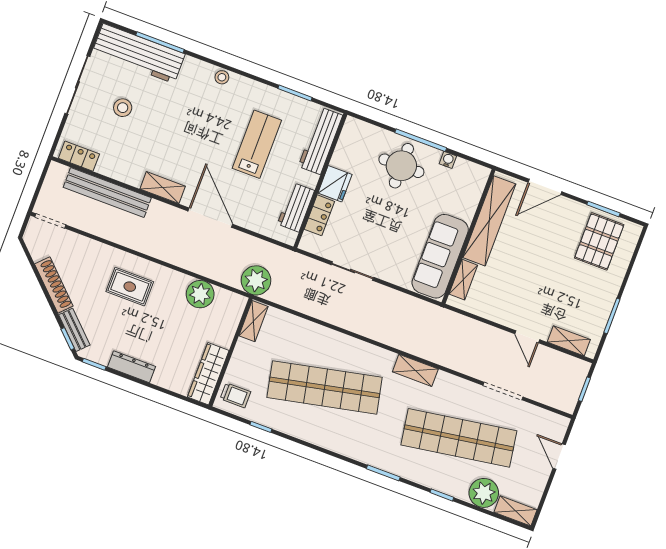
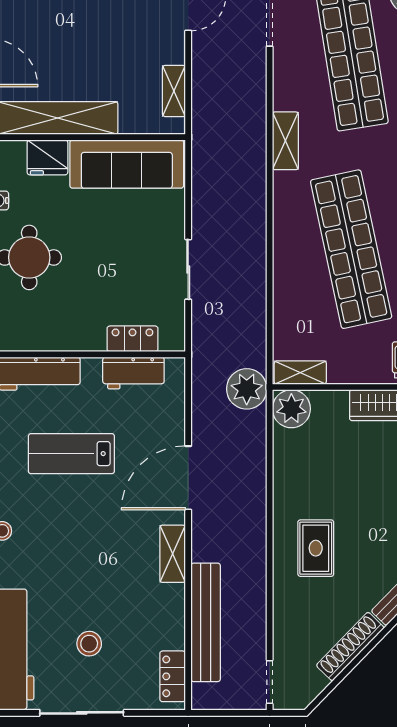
fridge: (335, 184) -> (47, 157), moved, turned 180
shelving: (463, 280) -> (174, 91), moved, turned 90
plant: (200, 294) -> (291, 409), moved

